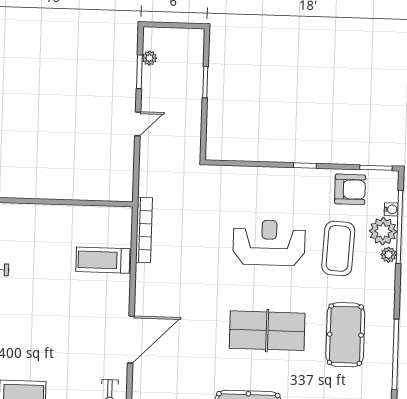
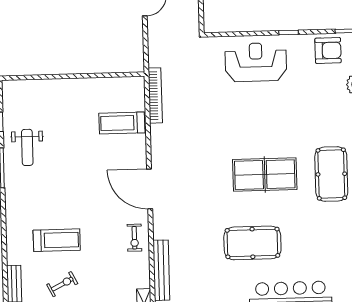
reception desk: (269, 243) -> (256, 62), moved
coffee table: (338, 248) -> (321, 101), removed
door: (131, 340) -> (150, 189), swing flipped

